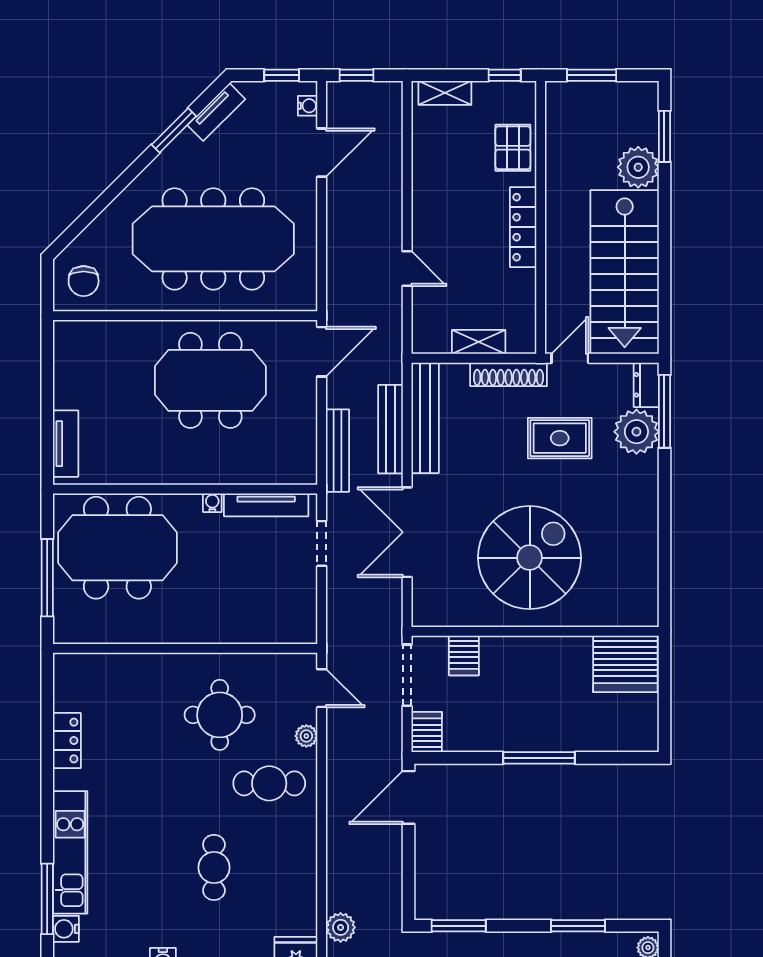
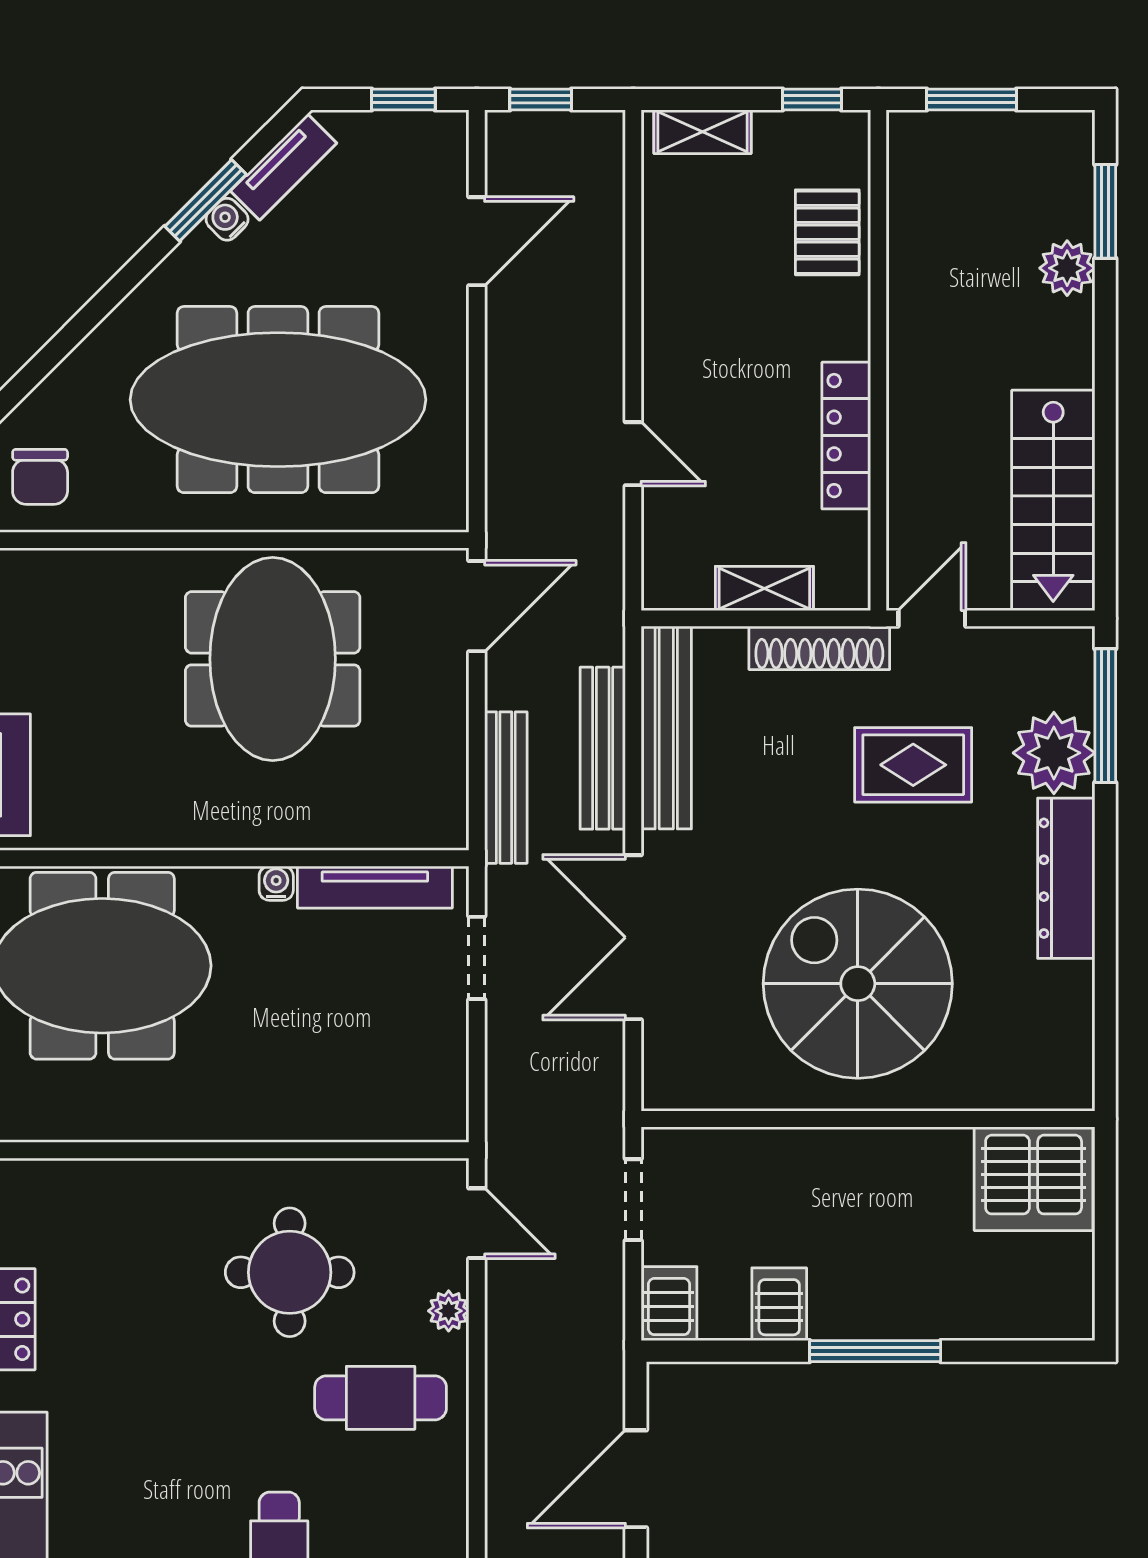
water cooler: (308, 106) -> (227, 219), moved, turned -135
plant: (638, 167) -> (1067, 268), width x0.73, depth x0.73
locker: (523, 227) -> (846, 436), moved
stairs: (625, 272) -> (1053, 500), width x0.73, depth x0.66
meeting table: (210, 380) -> (273, 659), turned 90
dresser: (646, 385) -> (1066, 878), moved, width x1.96, depth x1.24
spiral stairs: (530, 558) -> (858, 984), turned -90
server rack: (464, 655) -> (779, 1304), moved, turned 180
doorway: (407, 675) -> (633, 1200), width x0.73
door: (408, 797) -> (636, 1479), moved

